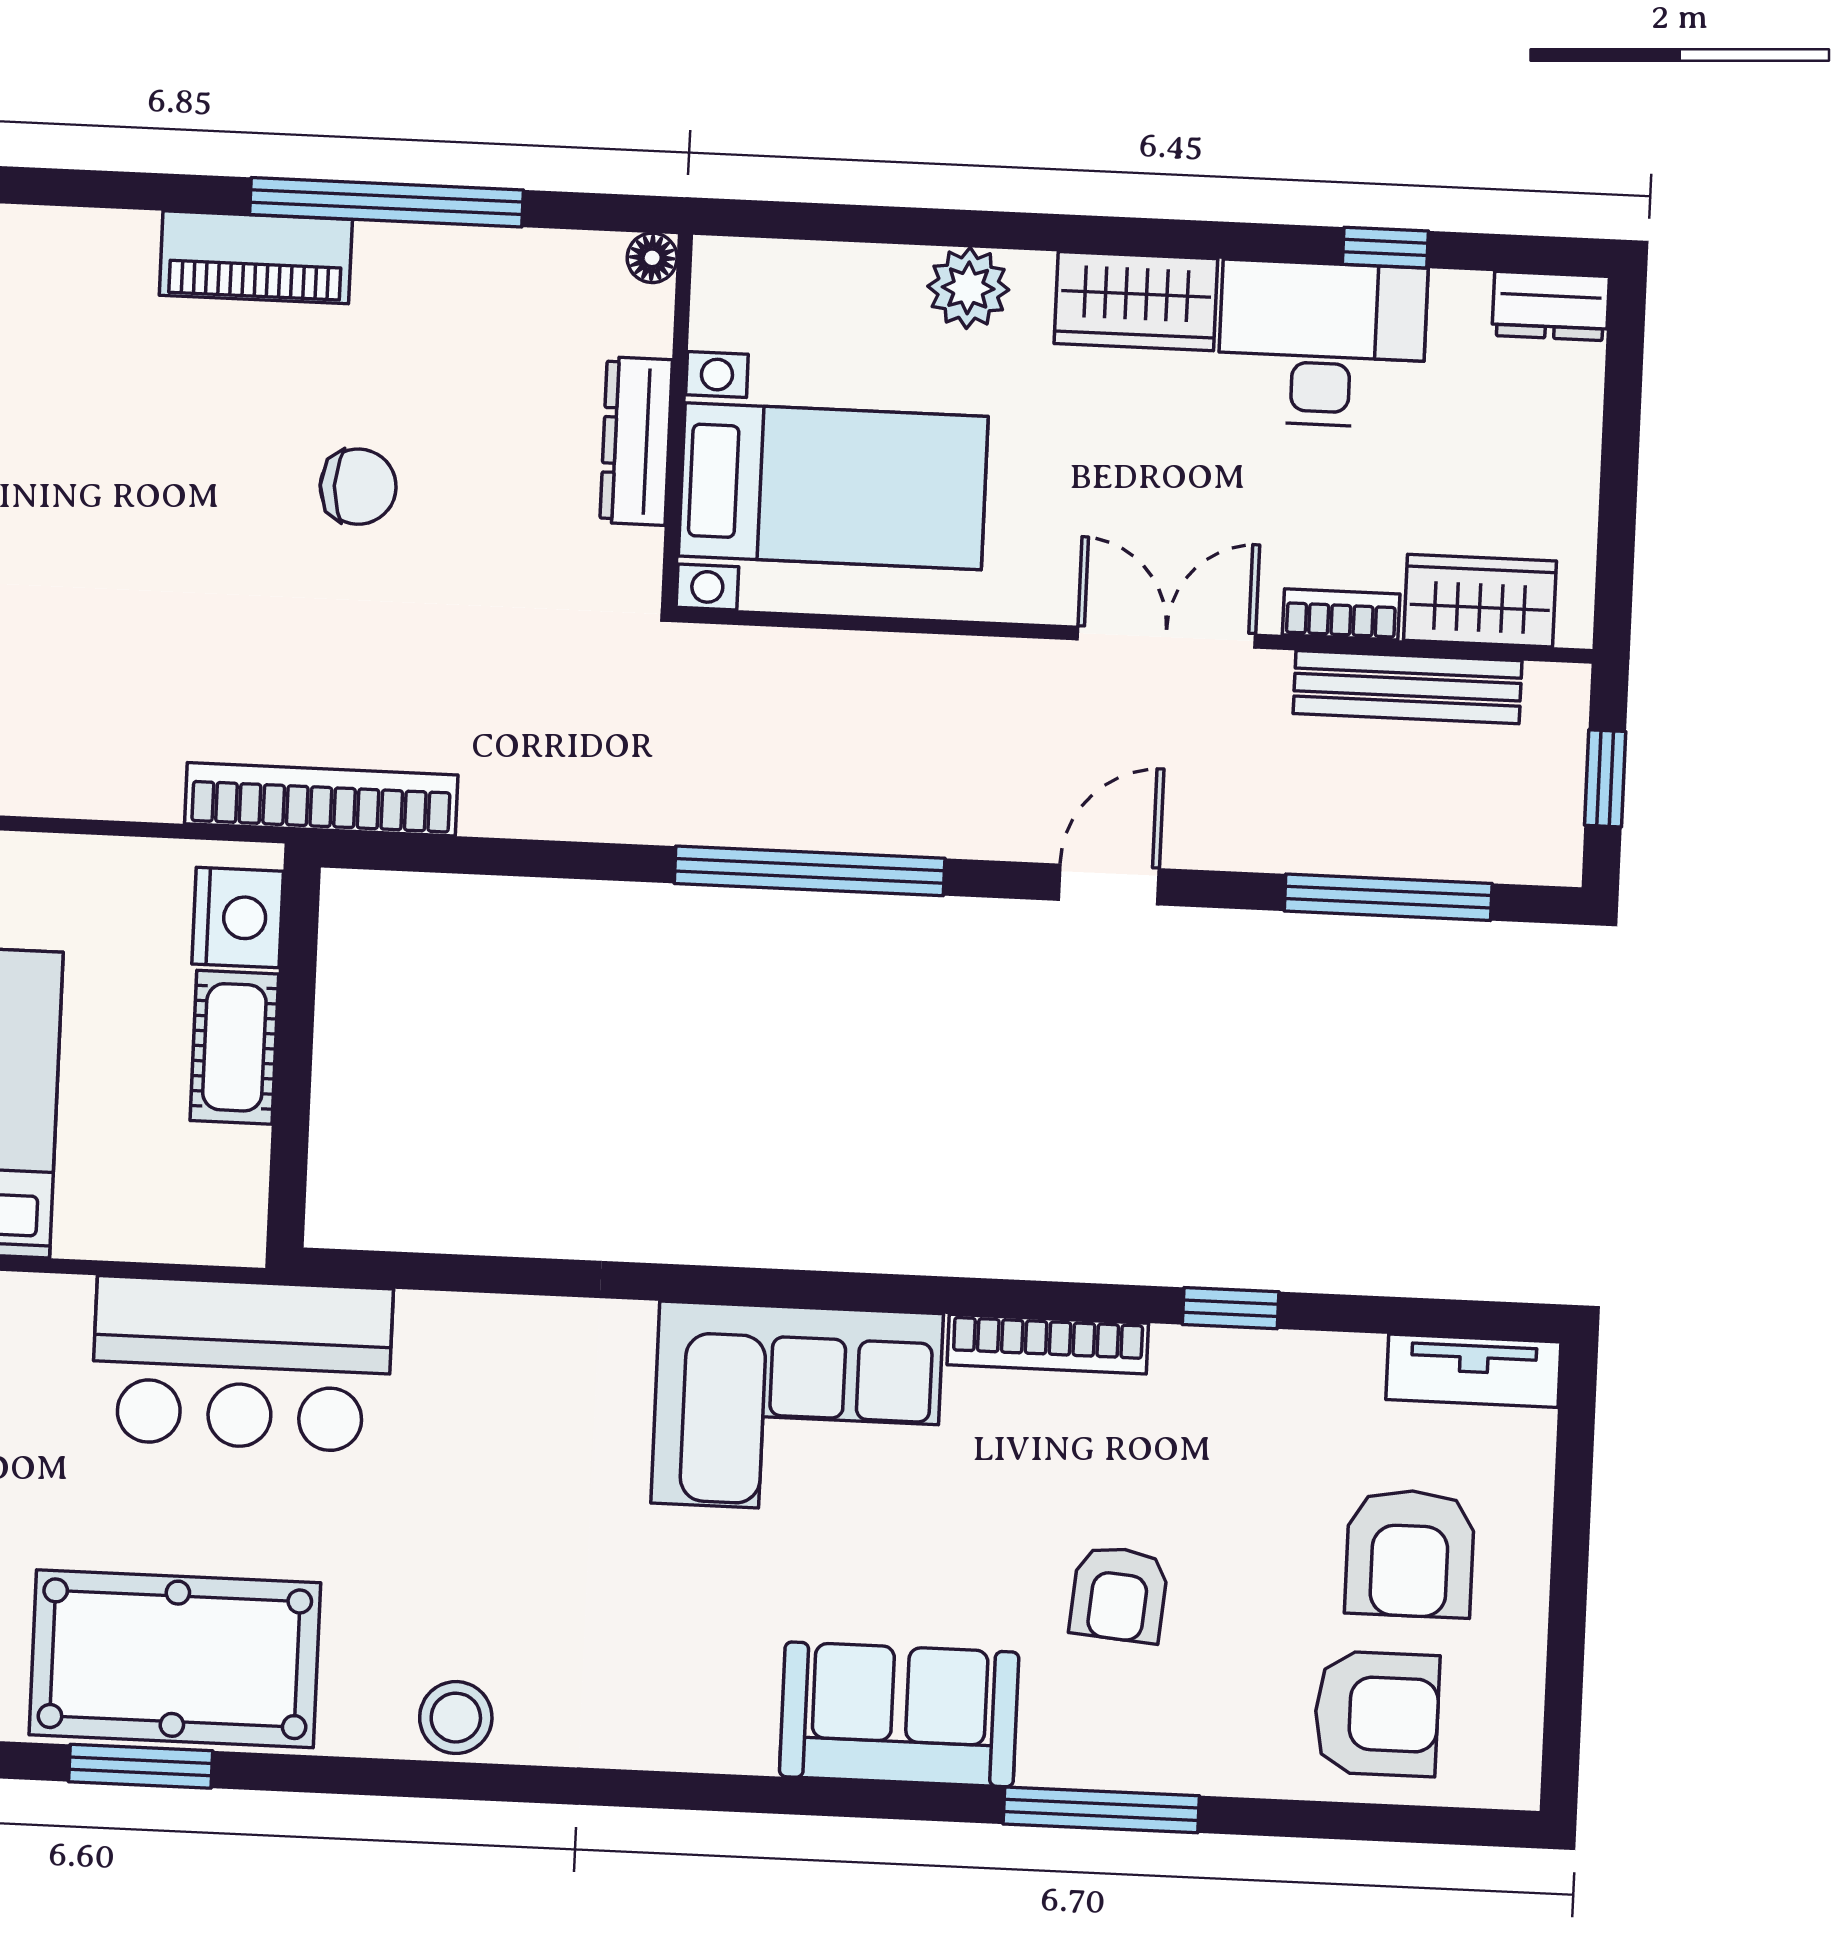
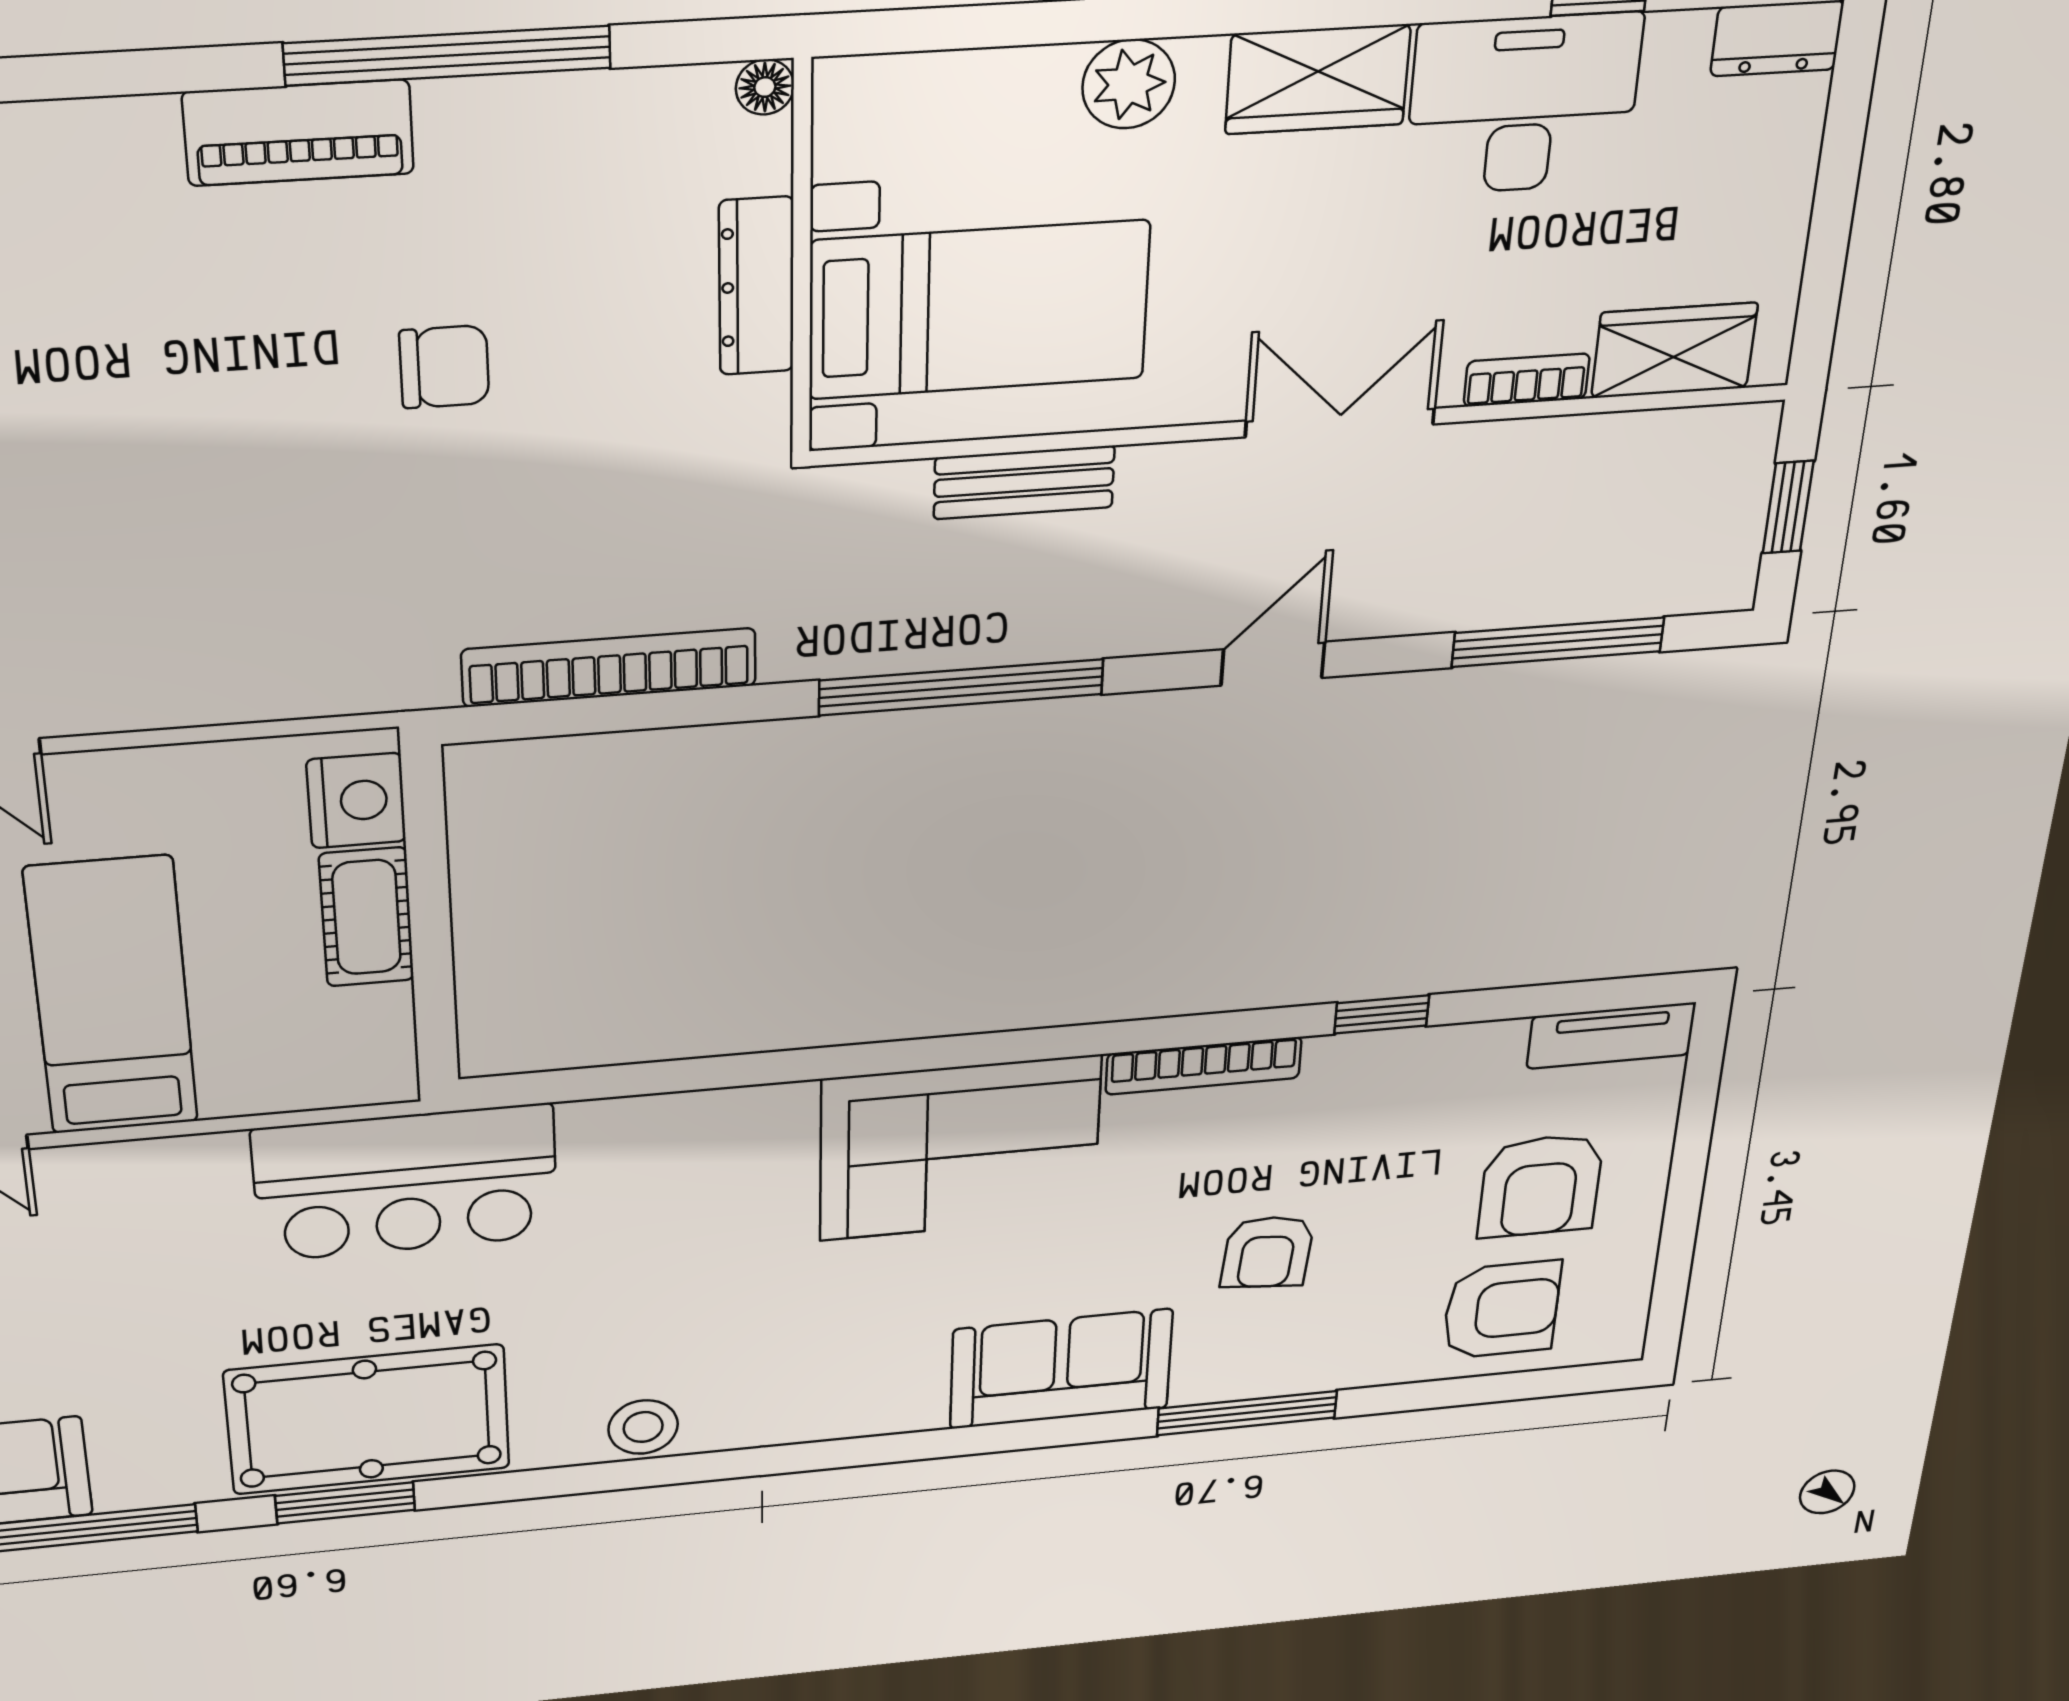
bench: (1408, 687) -> (1024, 482), moved, width x0.73
bookcase: (321, 799) -> (609, 668), moved

